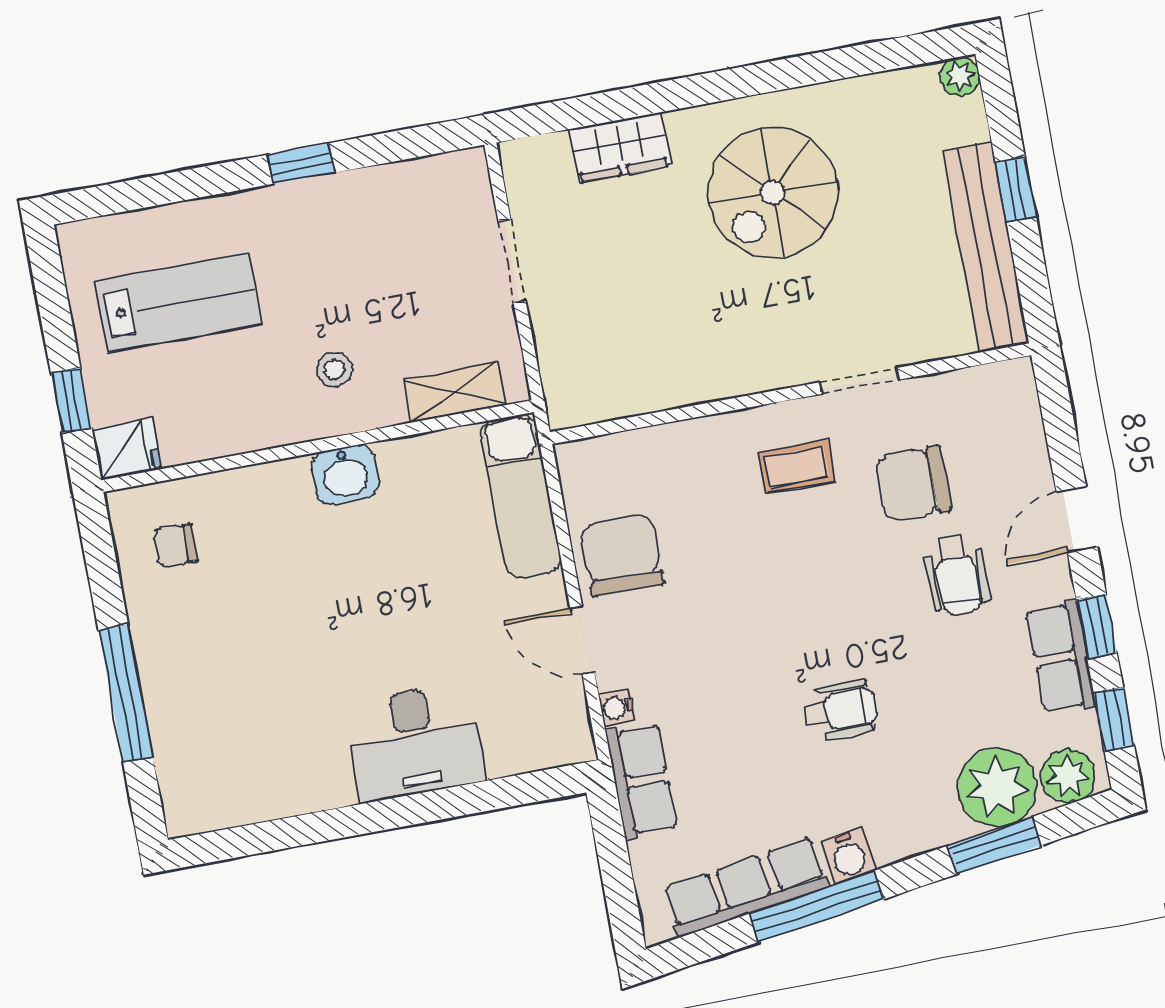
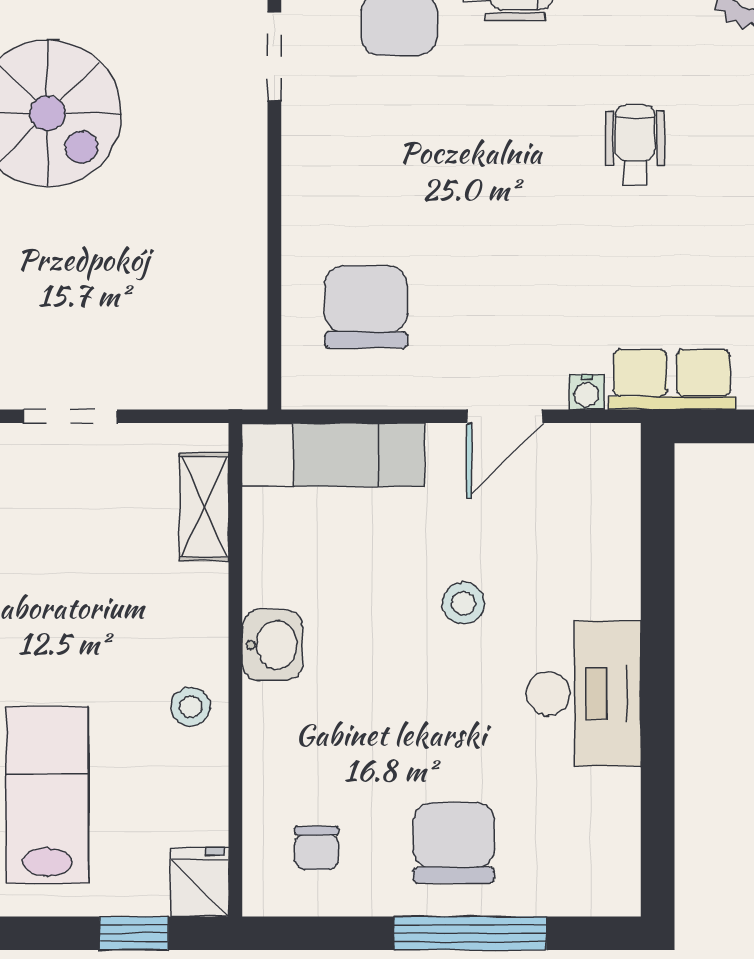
stool: (334, 369) -> (191, 707), moved
coffee table: (797, 467) -> (357, 143), removed
chair: (622, 555) -> (366, 307), moved, turned 90
stool: (413, 635) -> (464, 603), added
chair: (202, 665) -> (454, 843), added
desk: (415, 742) -> (584, 693), moved

